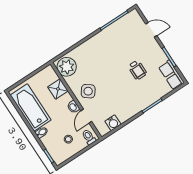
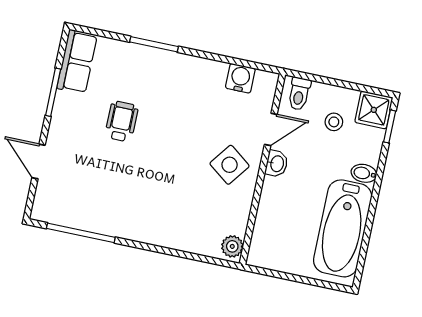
plant: (67, 67) -> (232, 246), width x0.53, depth x0.53
shower: (58, 89) -> (374, 110), moved

